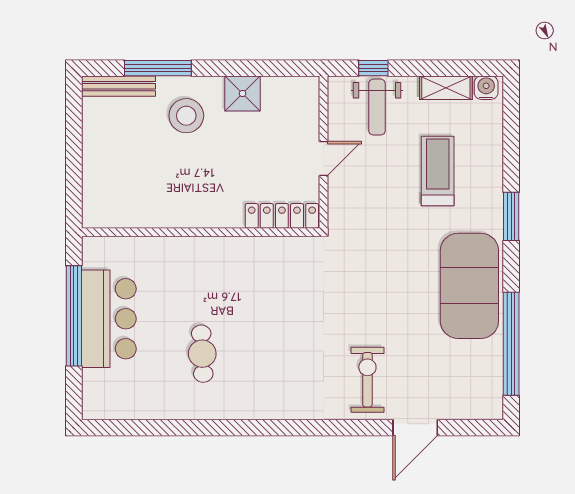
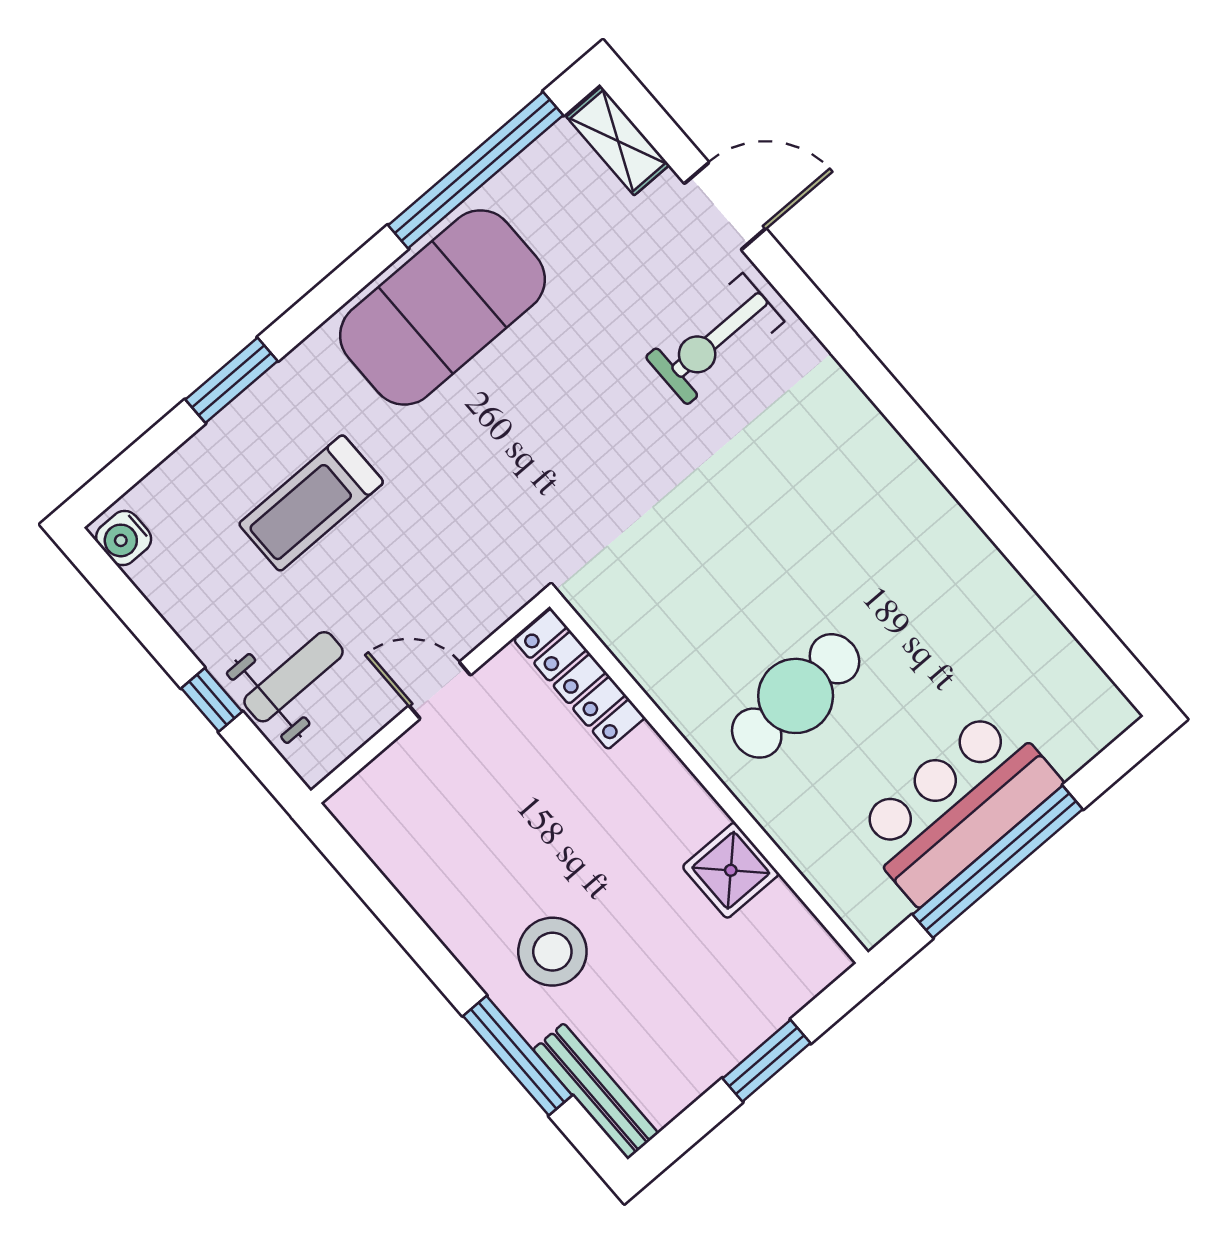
window: (373, 68) -> (212, 700), moved
shelving: (446, 88) -> (618, 141), moved
shower: (243, 93) -> (731, 870), moved
window: (74, 162) -> (766, 1061), added
window: (511, 216) -> (231, 380), moved
cafe table: (202, 354) -> (796, 696), moved, width x1.37, depth x1.35

